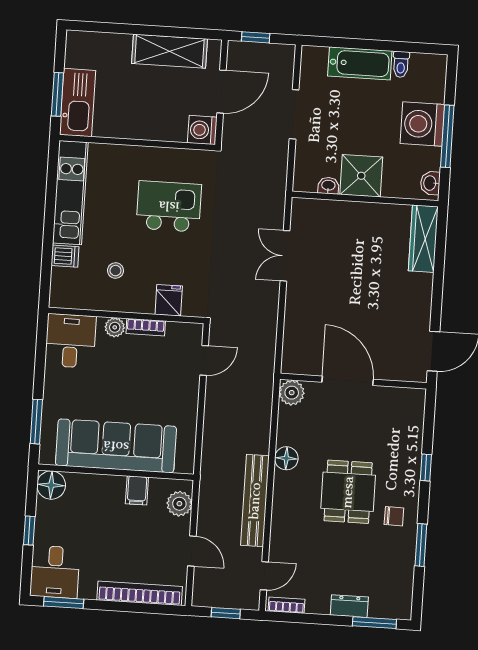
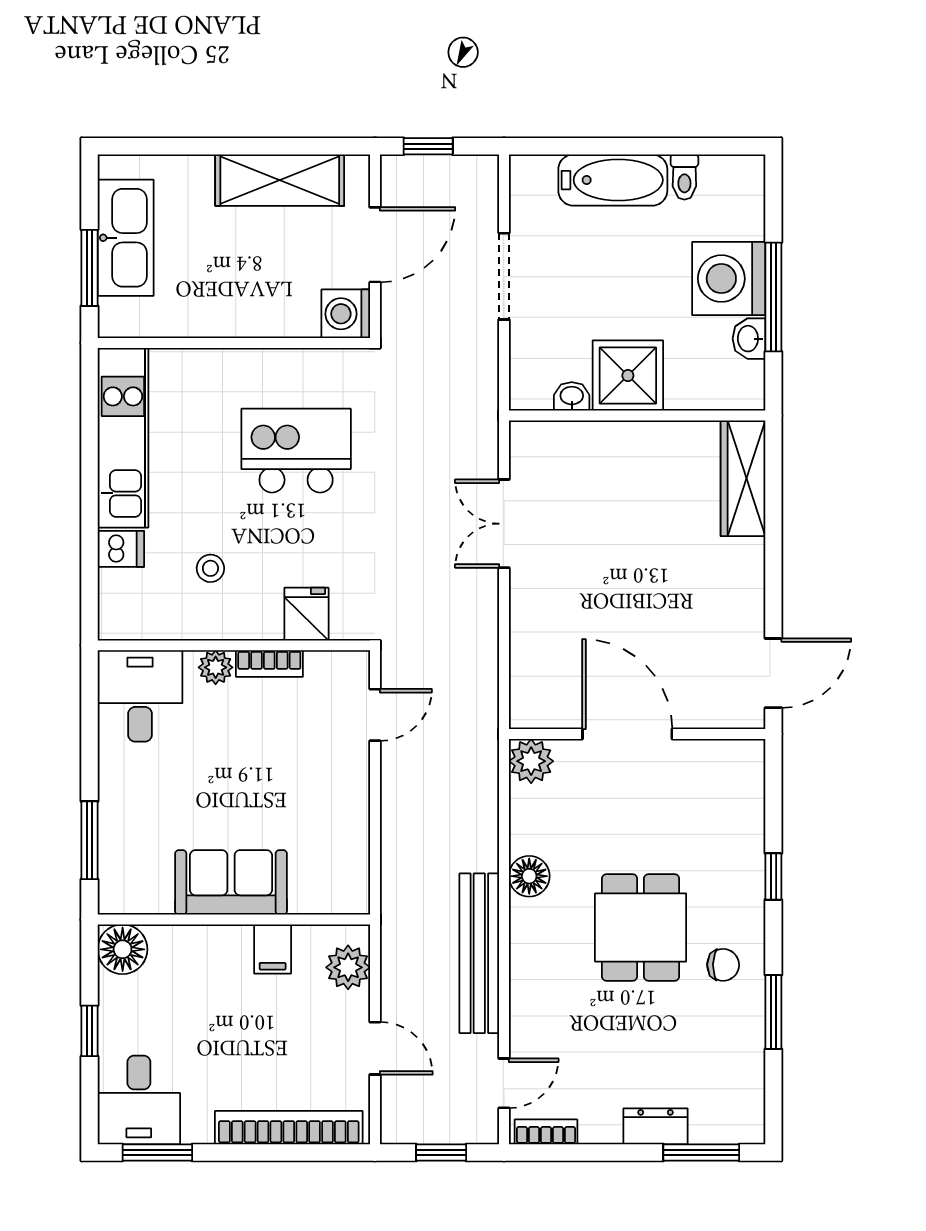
kitchen sink: (78, 103) -> (126, 238), moved
washbasin: (430, 183) -> (749, 339), moved
sofa: (116, 446) -> (231, 882), width x0.54, depth x0.79

